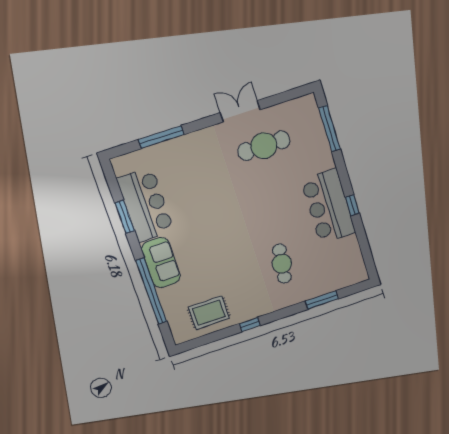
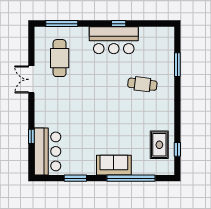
window: (161, 137) -> (31, 136), width x0.46
cafe table: (264, 146) -> (60, 58), moved
bar counter: (145, 205) -> (48, 151), moved, turned 90
window: (250, 325) -> (177, 149), moved

